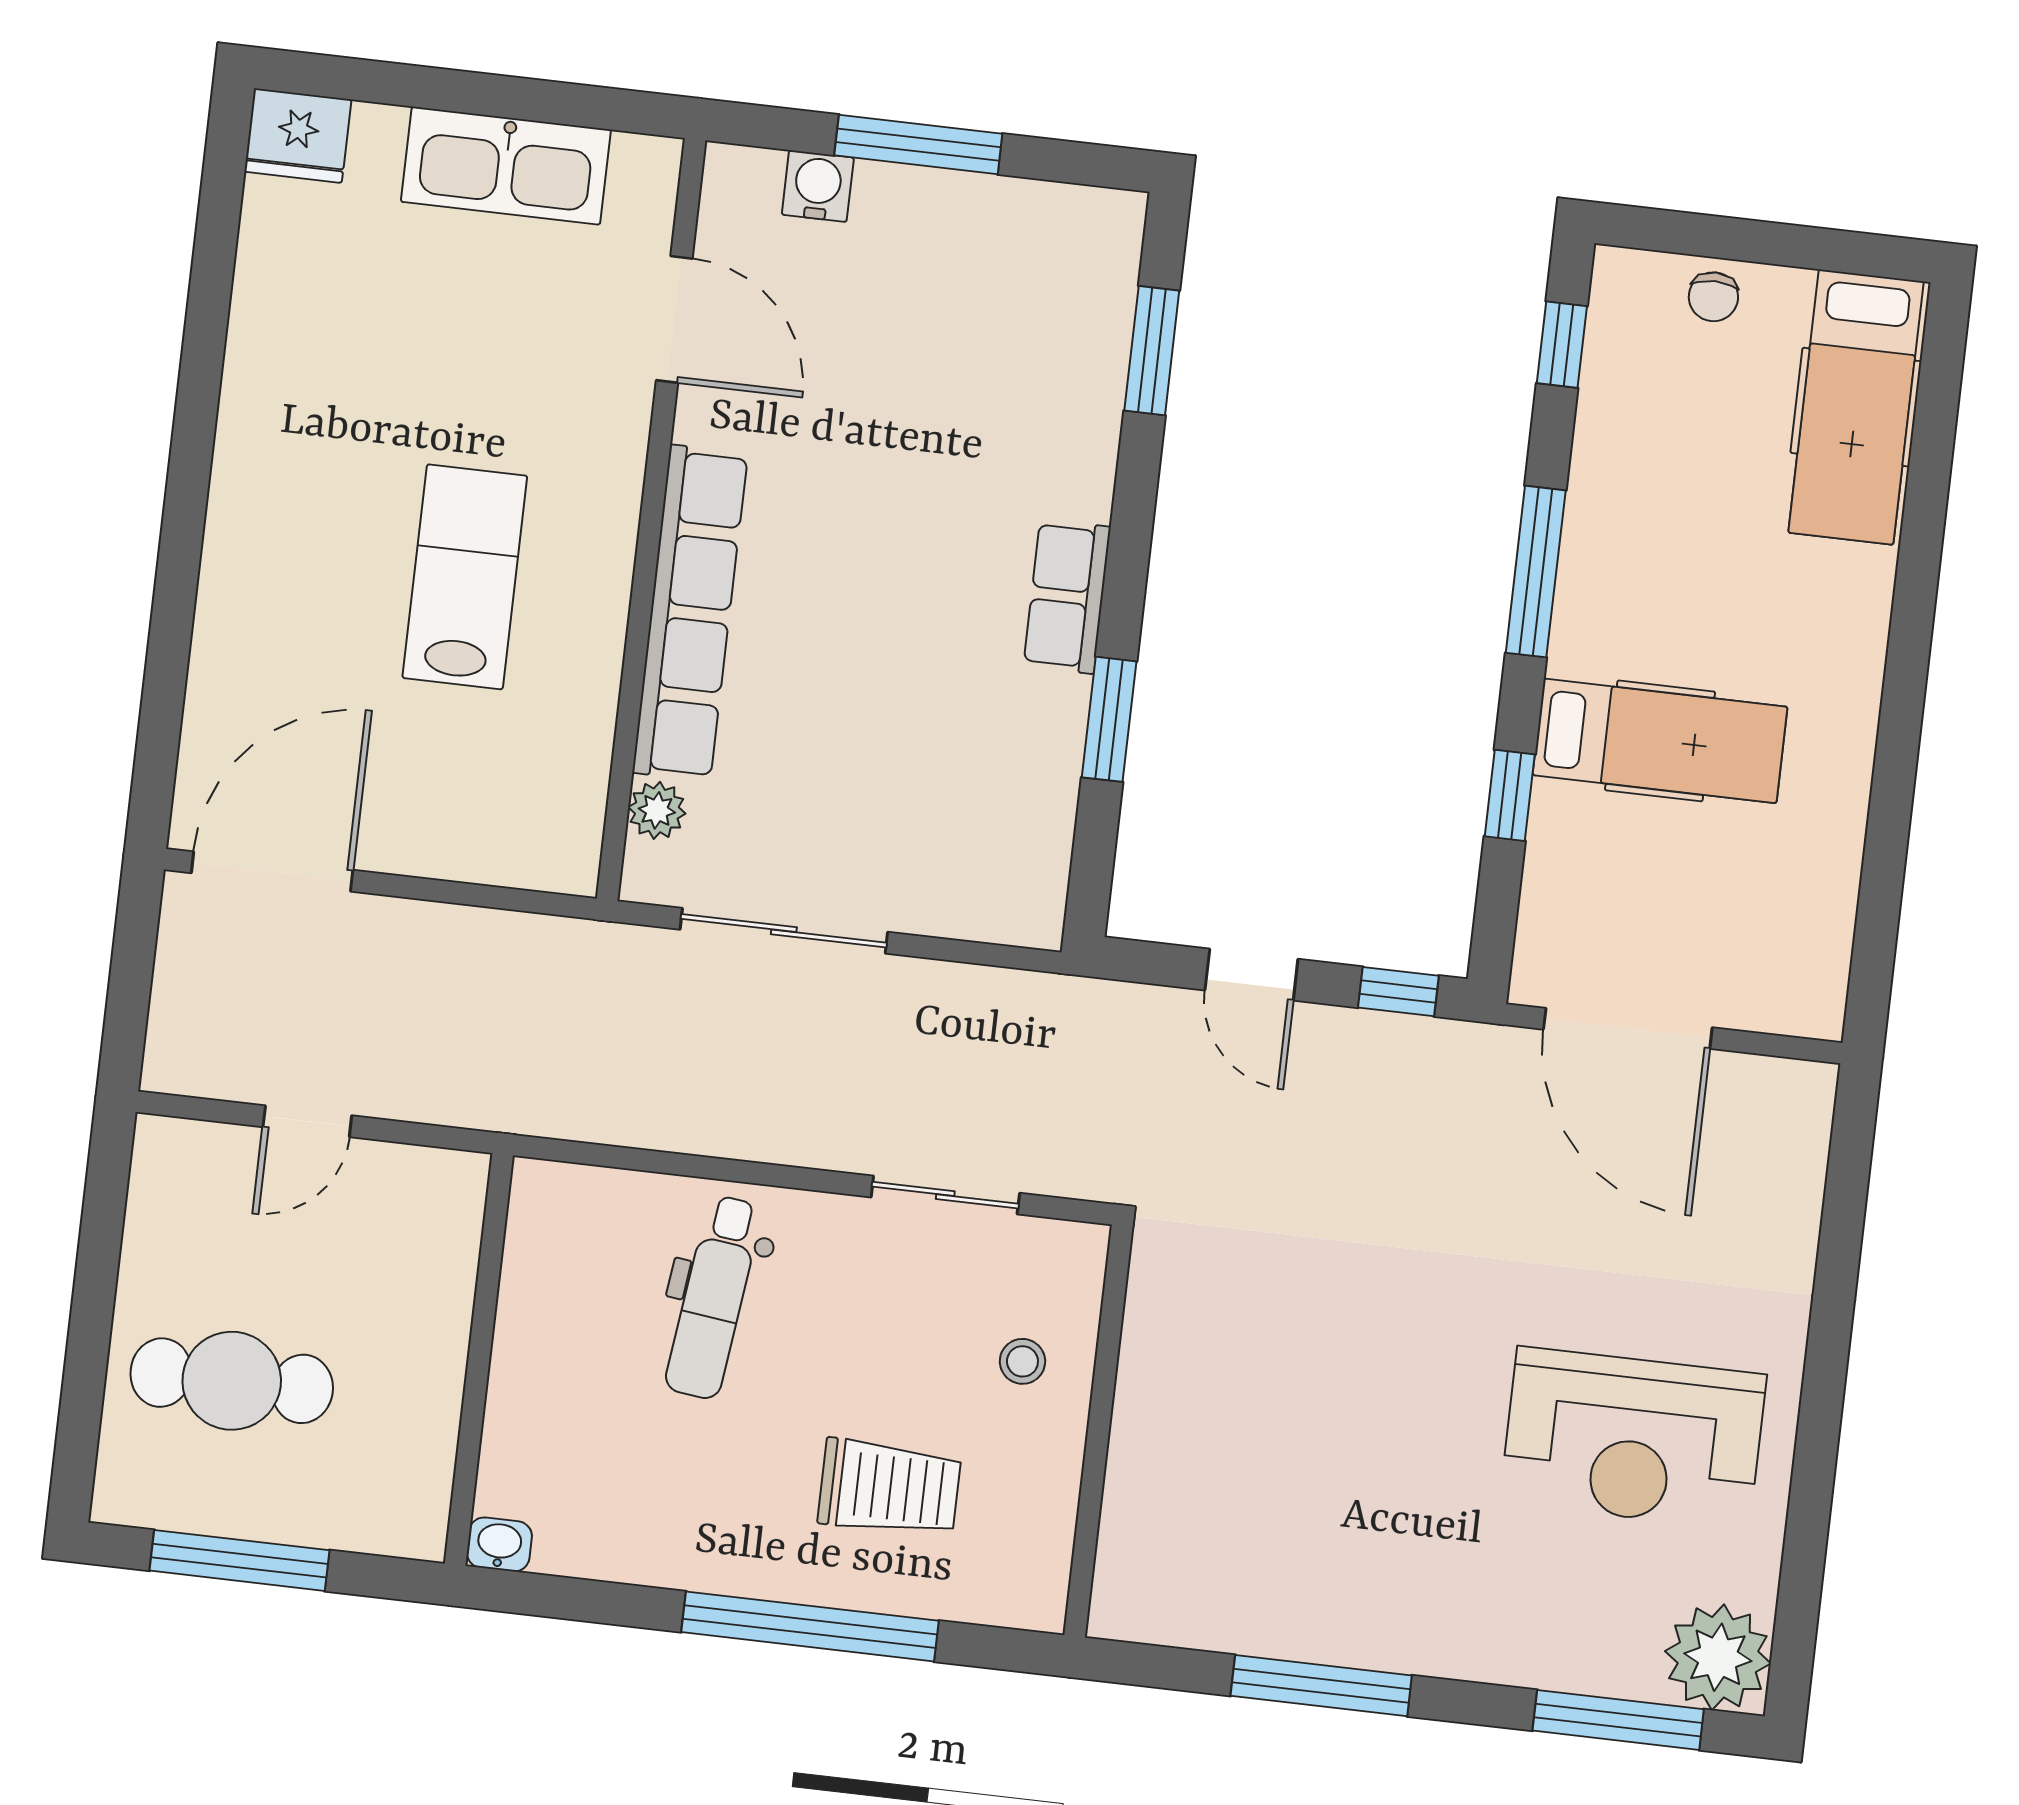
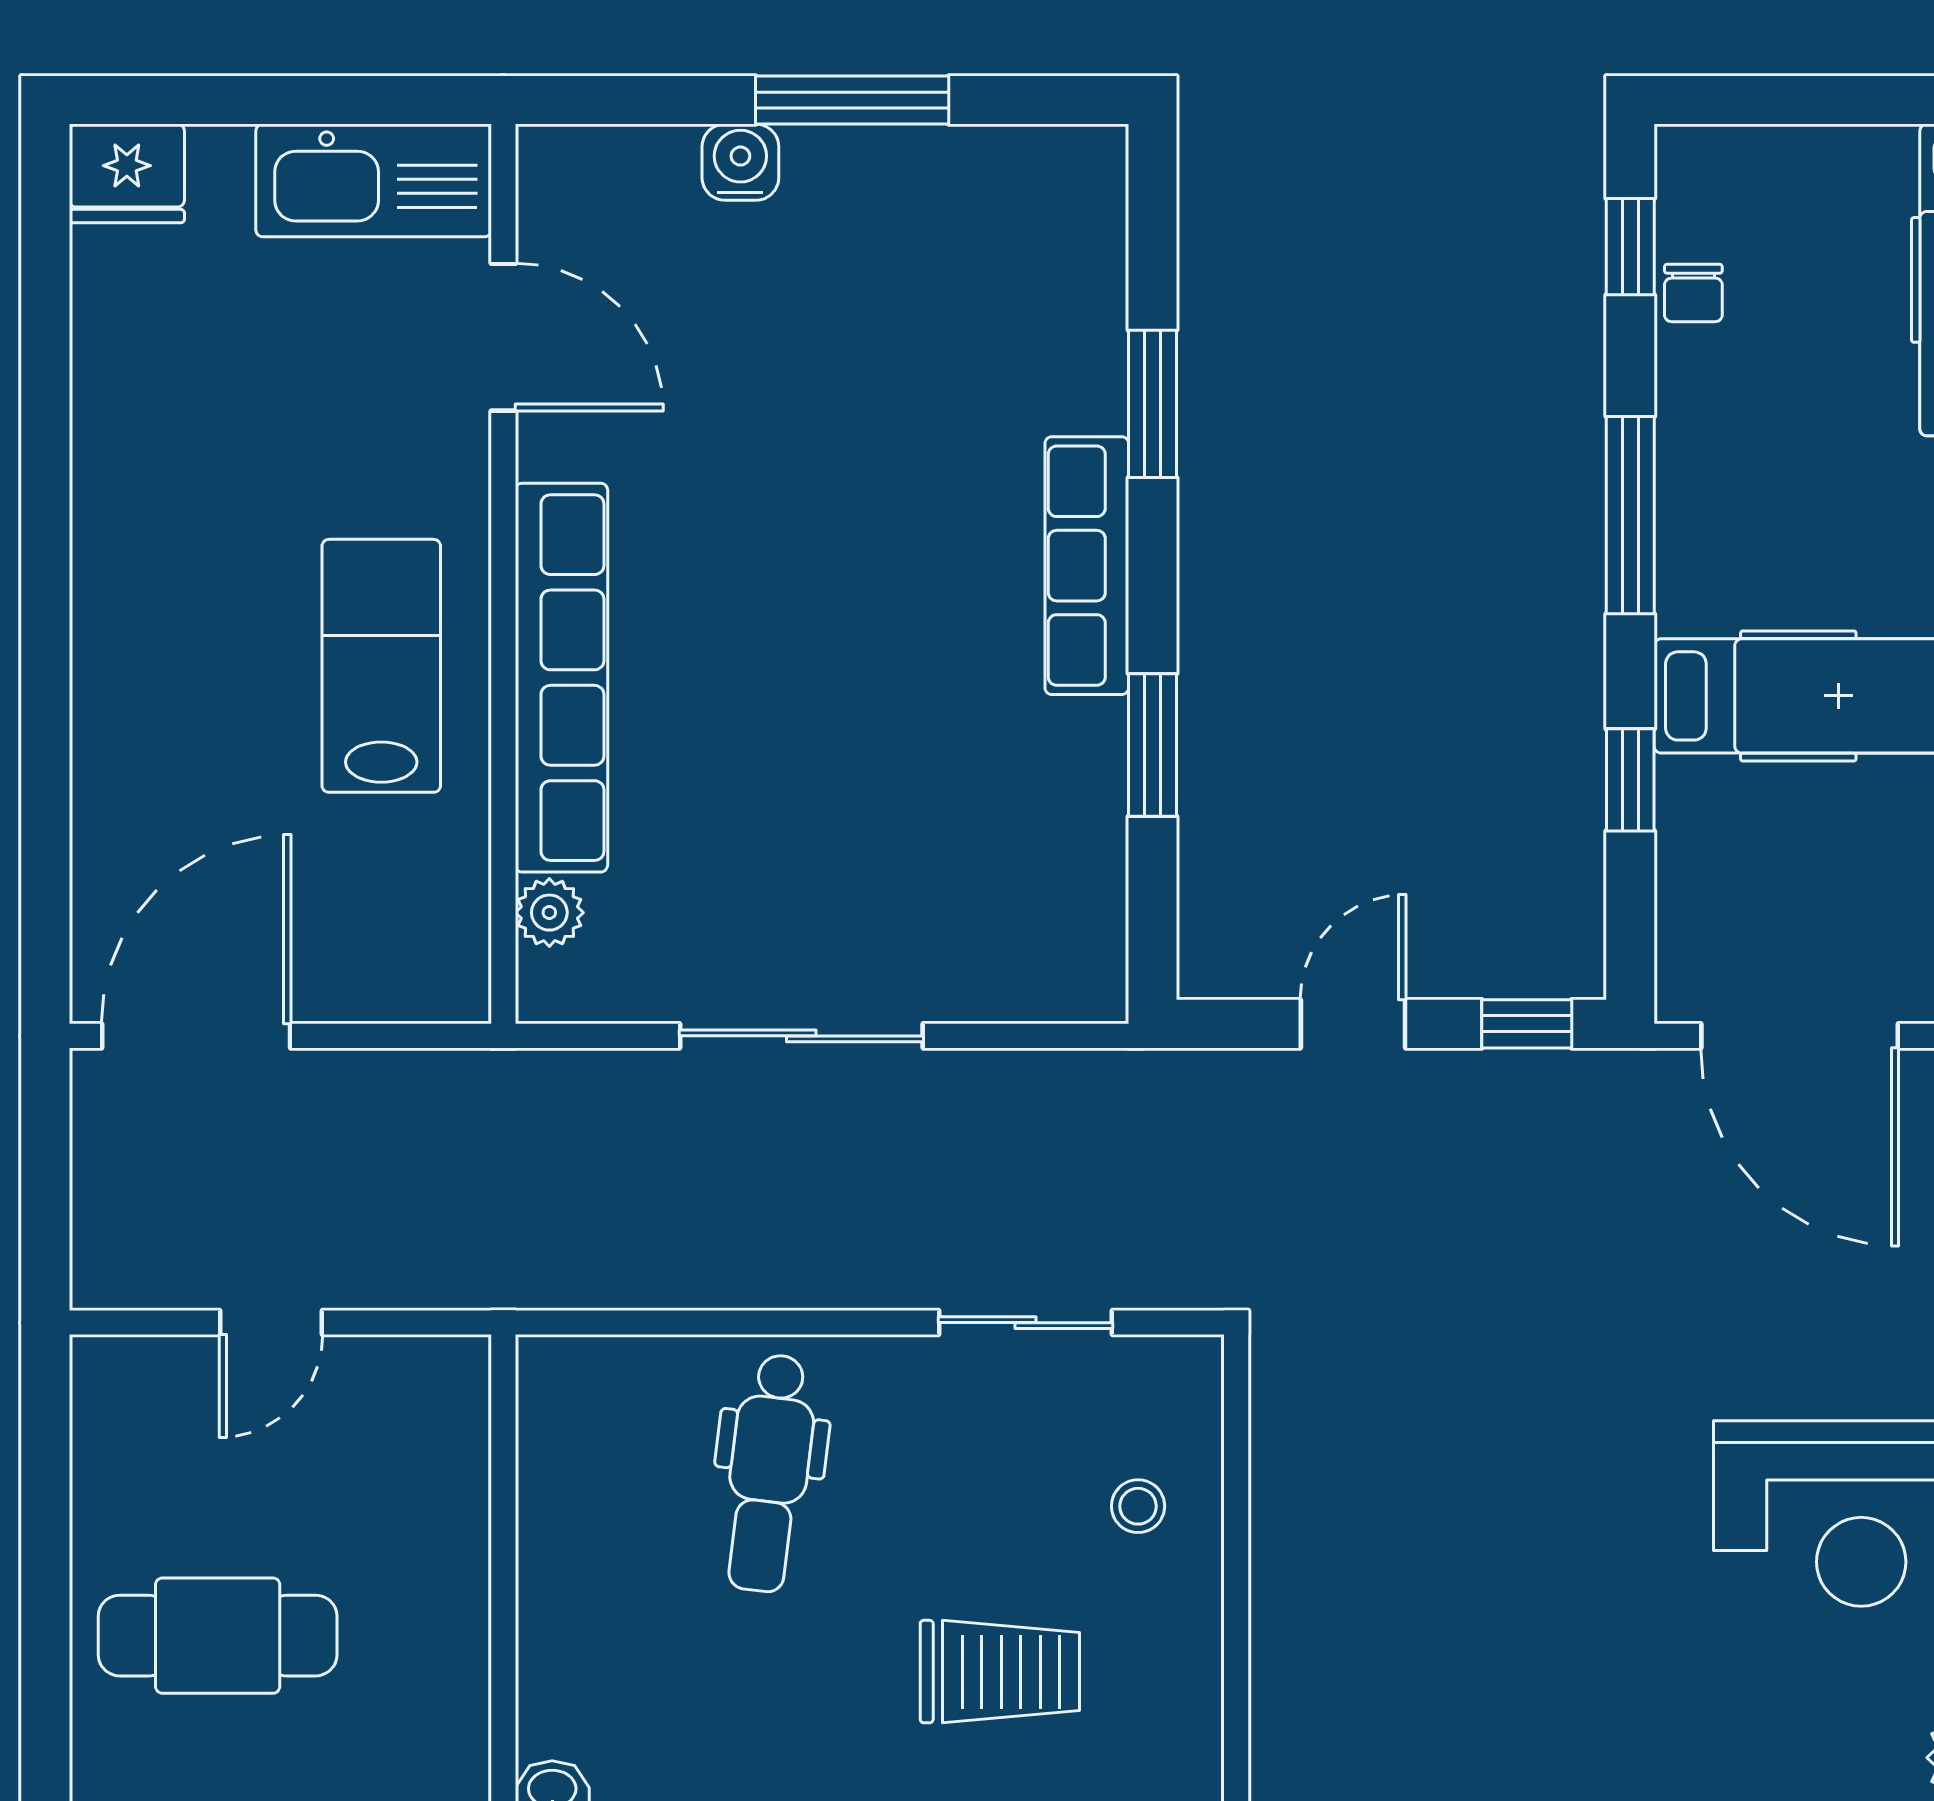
chair: (1713, 297) -> (1693, 293), moved
door: (674, 319) -> (503, 337), moved
window: (1152, 351) -> (1152, 404), moved
wall: (651, 520) -> (503, 574), moved
row of seats: (1067, 596) -> (1087, 566), width x1.48
row of seats: (690, 613) -> (561, 678), moved
plant: (657, 810) -> (549, 913), moved
door: (1251, 975) -> (1353, 1024), swing flipped

